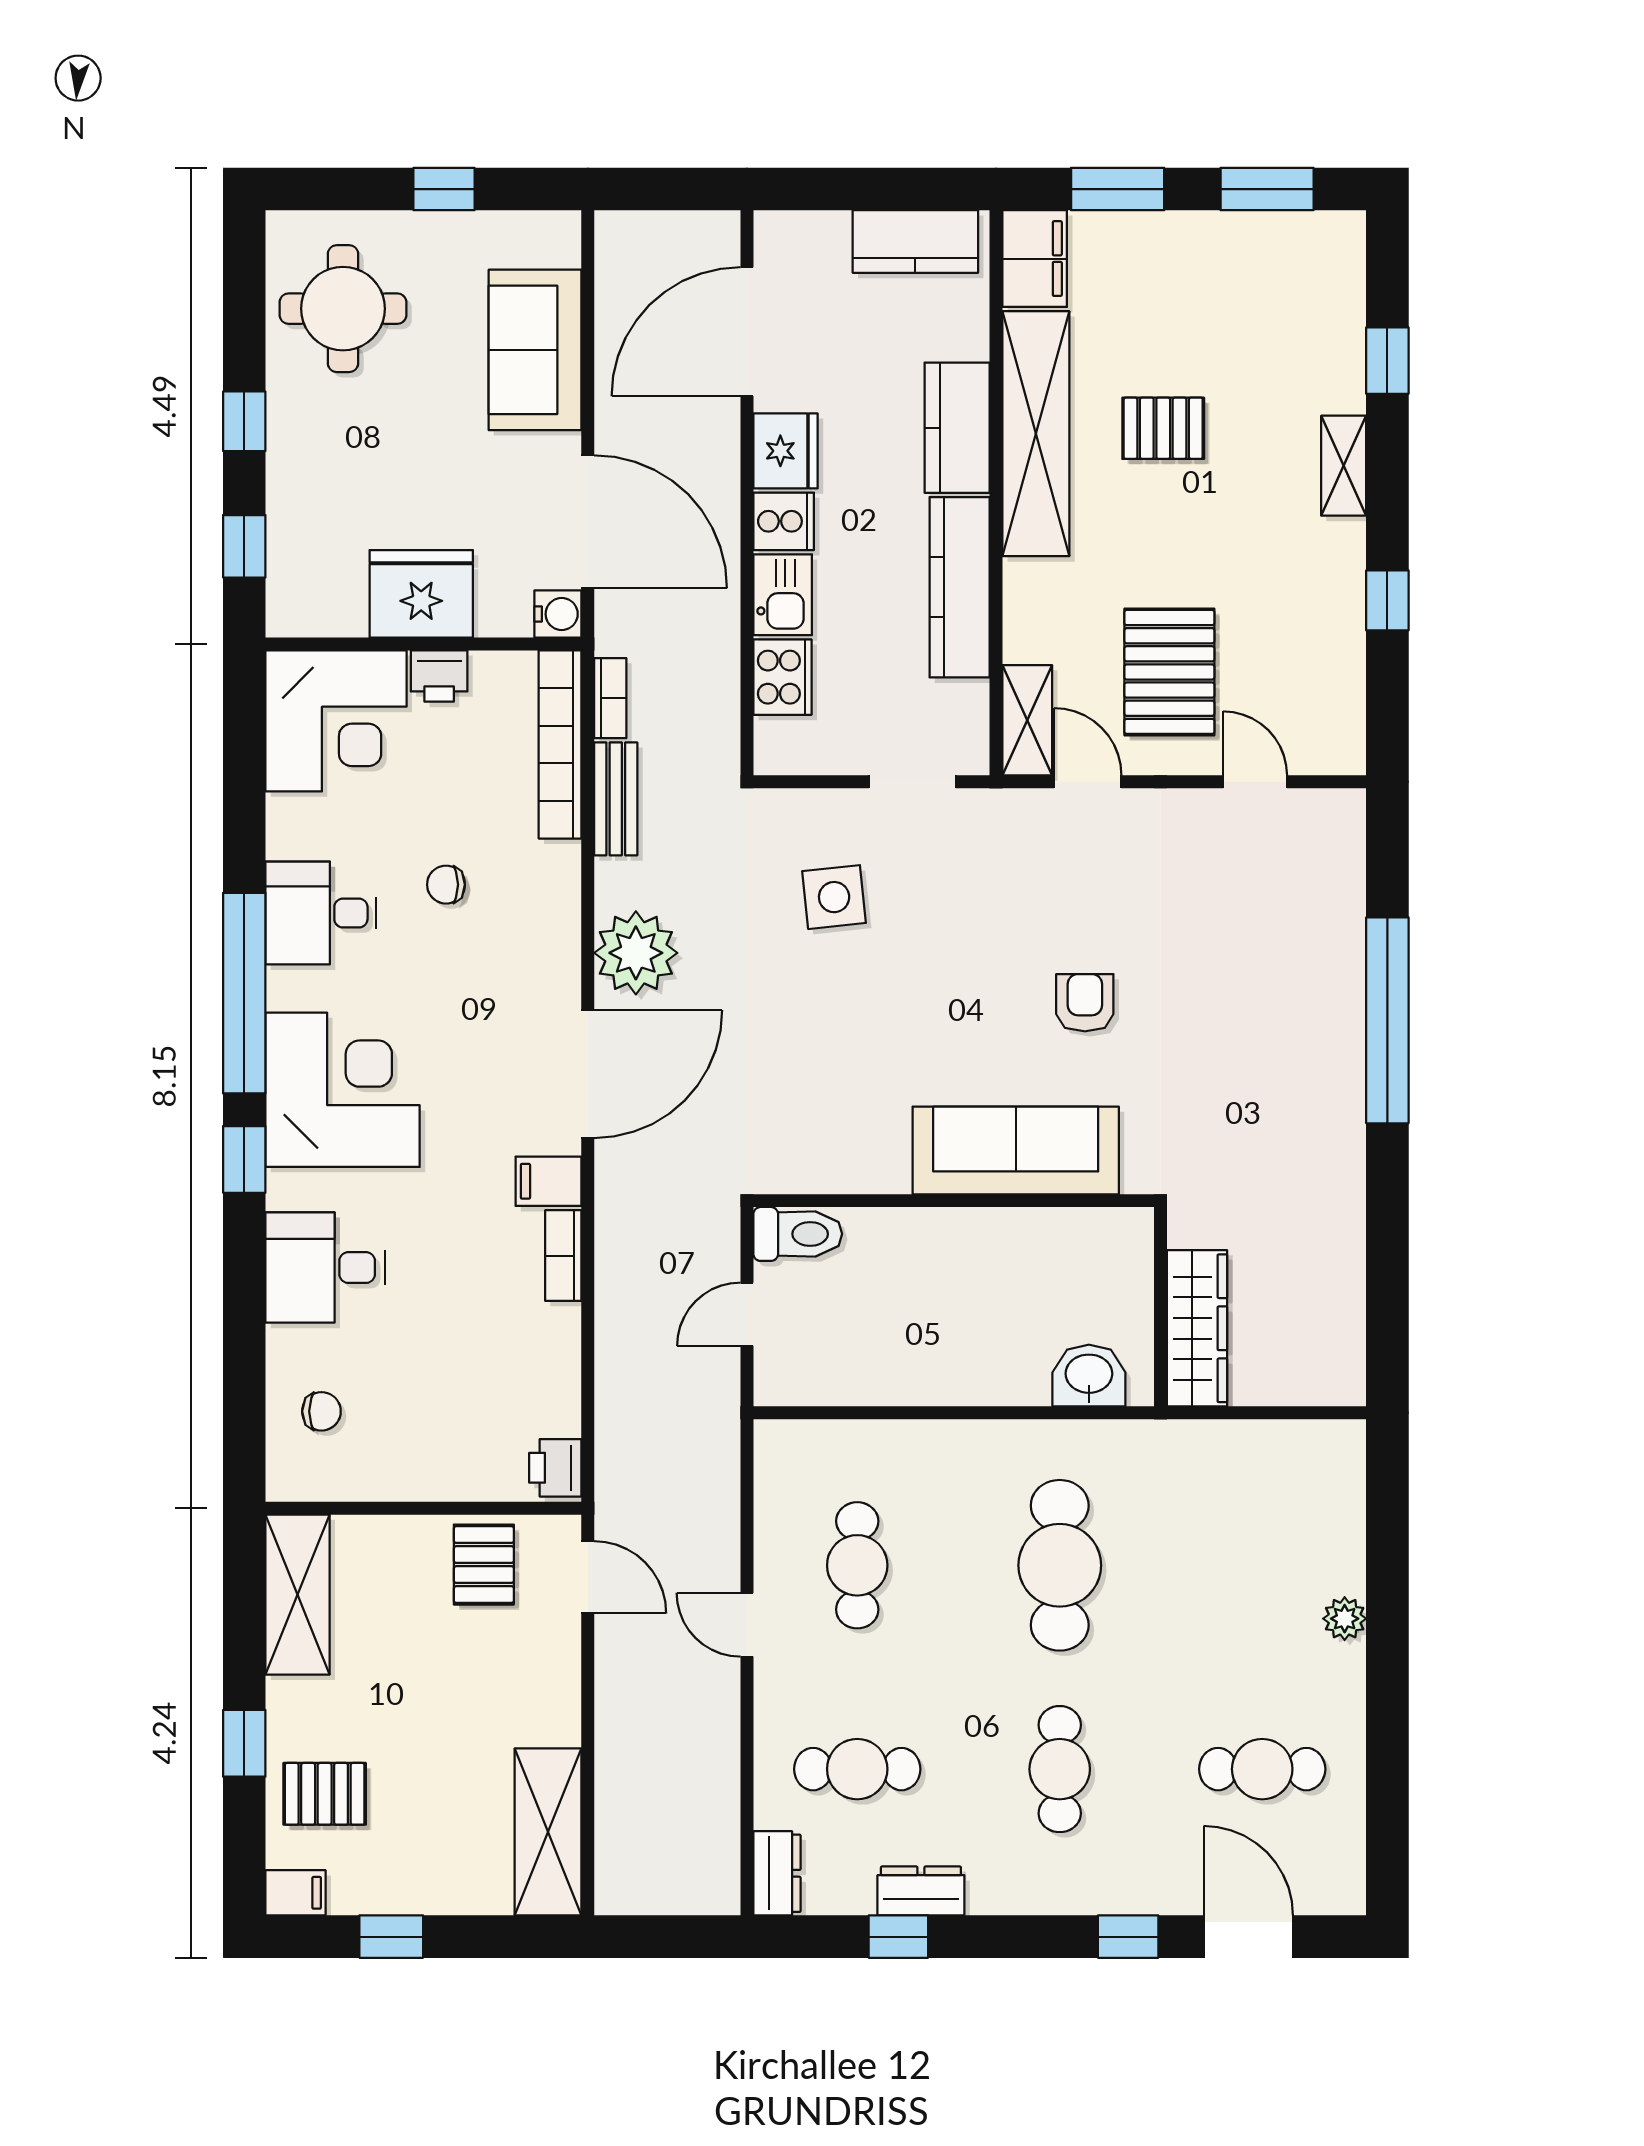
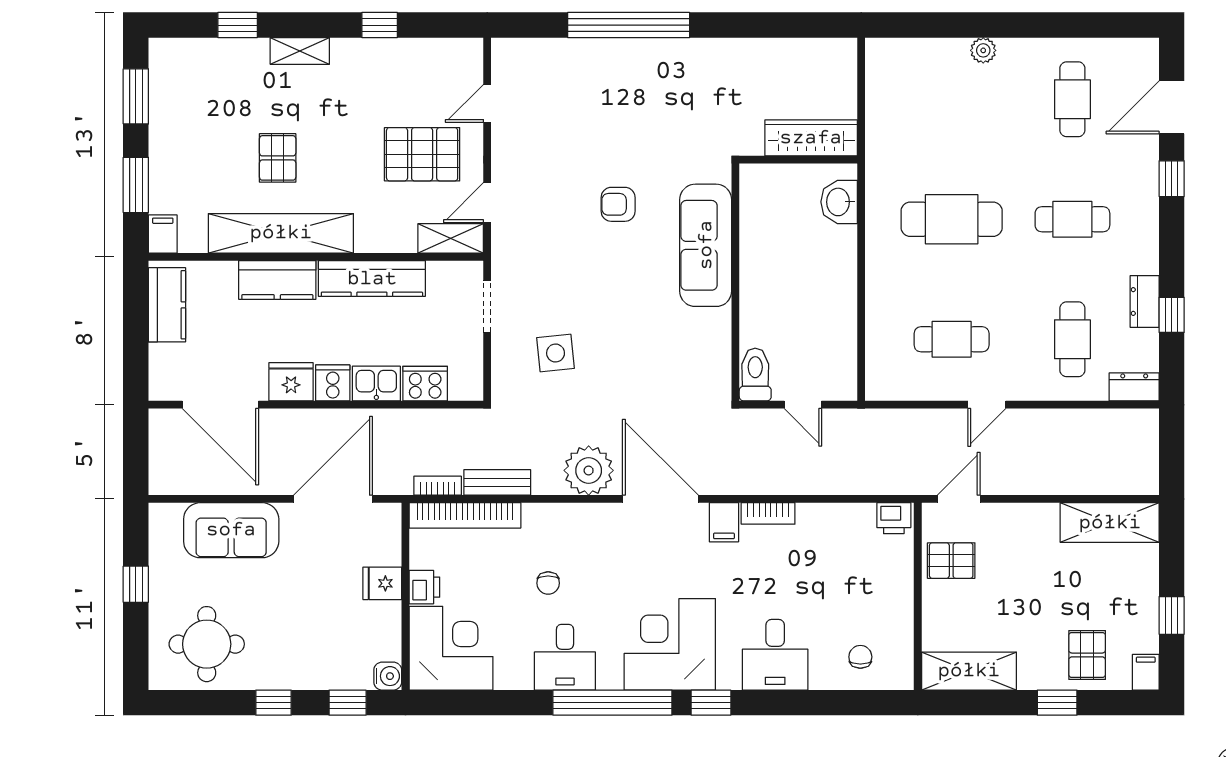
filing cabinet: (1035, 259) -> (163, 234), width x0.50
fridge: (421, 594) -> (382, 583), width x0.53, depth x0.75
water cooler: (558, 614) -> (388, 676), moved, turned 90

